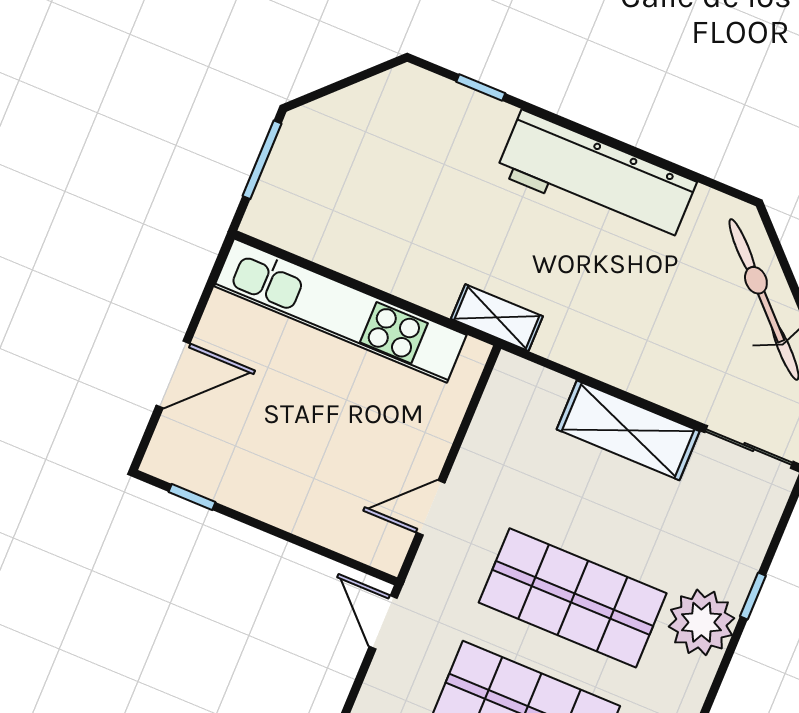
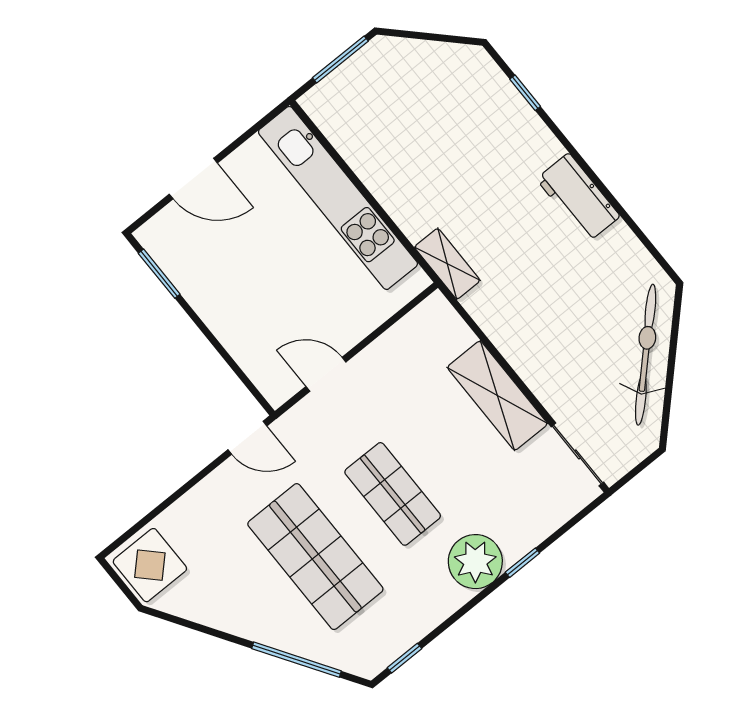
workbench: (596, 177) -> (578, 198), width x0.53, depth x0.76
window: (192, 497) -> (159, 274), width x1.50
shop shelf: (573, 598) -> (393, 494), width x0.70, depth x0.74
door: (383, 622) -> (247, 438), swing flipped

